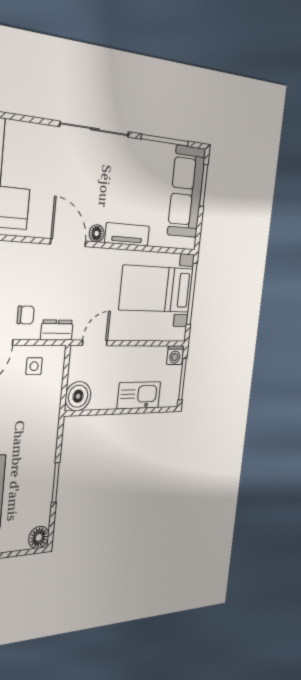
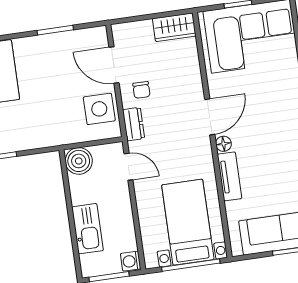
side table: (34, 366) -> (99, 109), width x1.87, depth x1.87

